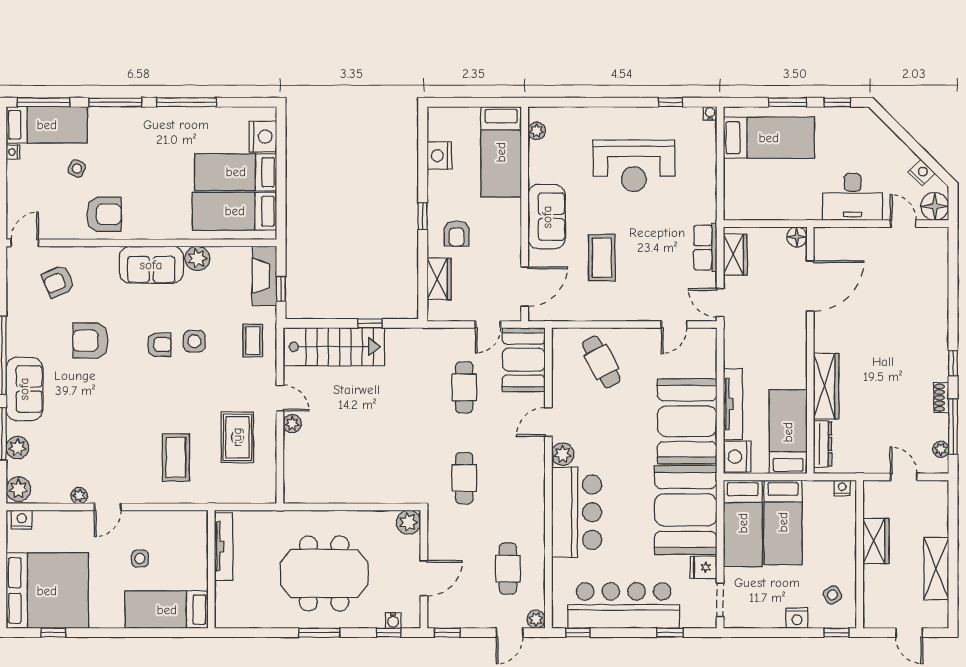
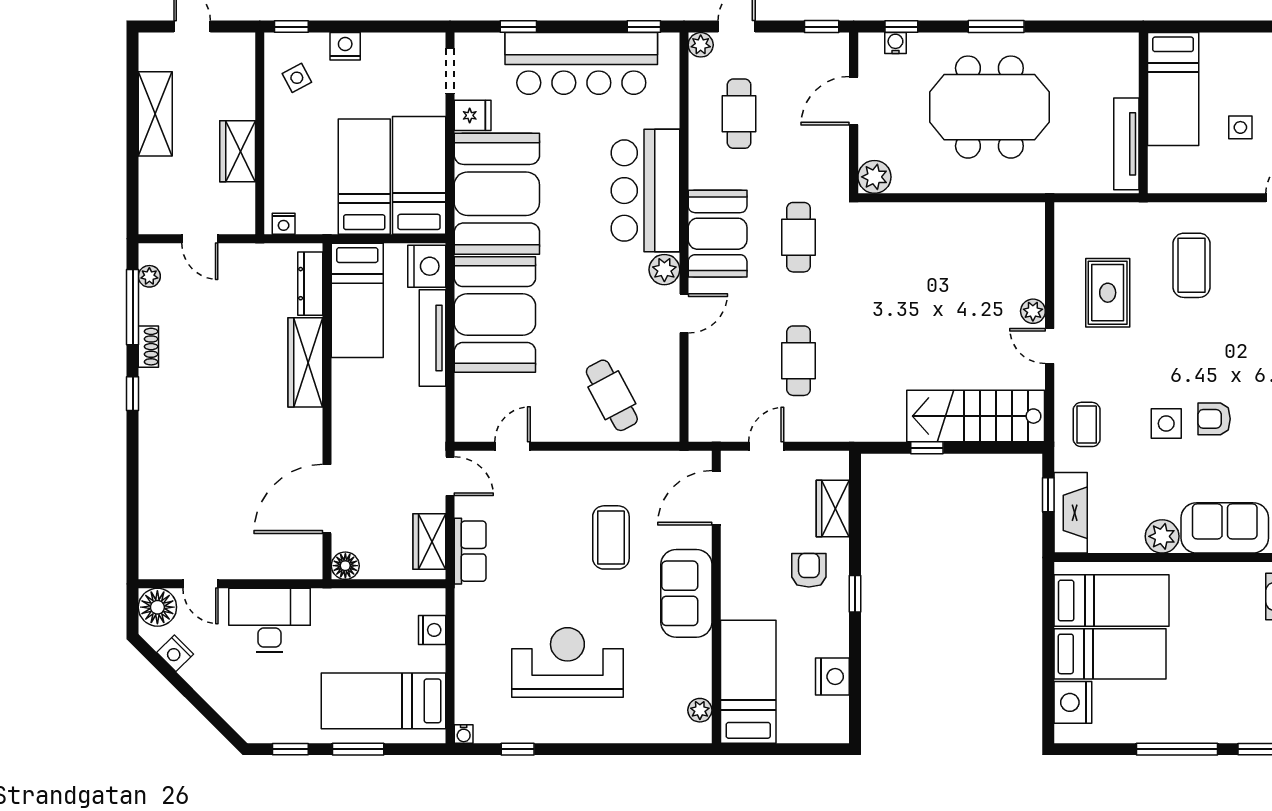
nightstand: (733, 190) -> (432, 630), added
booth: (524, 360) -> (718, 234), moved
bed: (167, 610) -> (1173, 89), moved, turned 90

